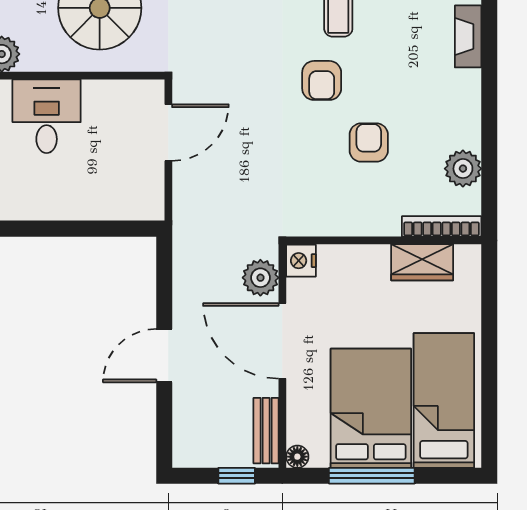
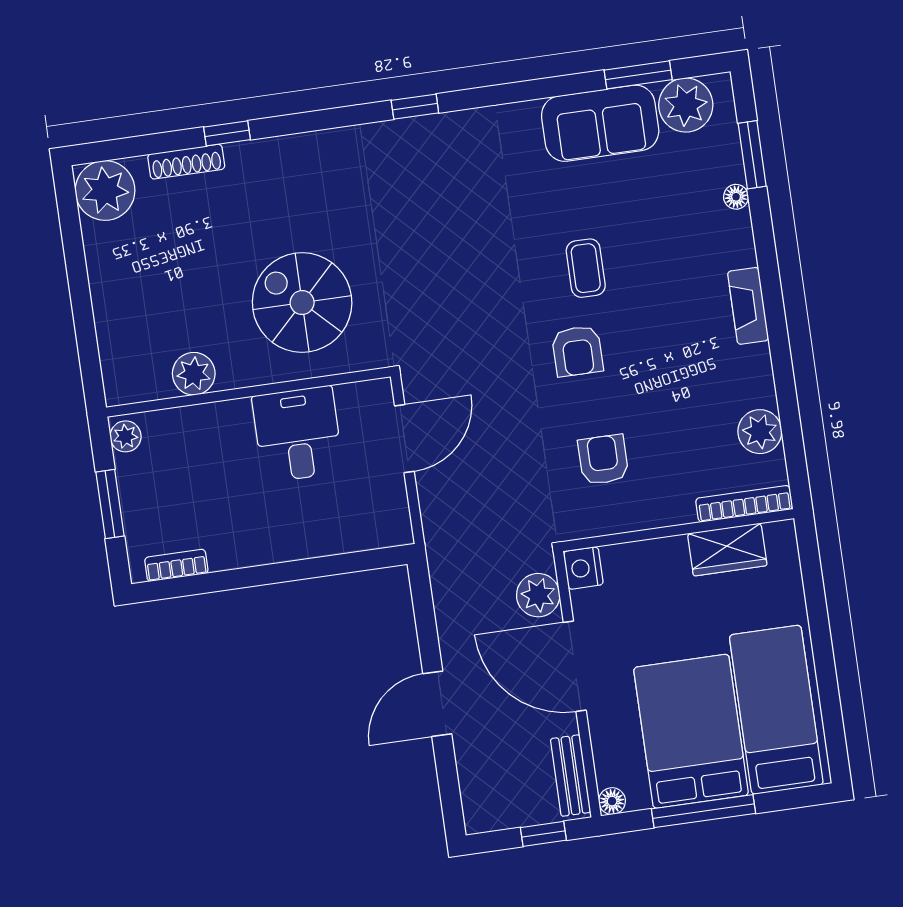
fireplace: (468, 36) -> (748, 306), moved
desk: (47, 116) -> (298, 434), moved
armchair: (369, 143) -> (603, 460), moved

